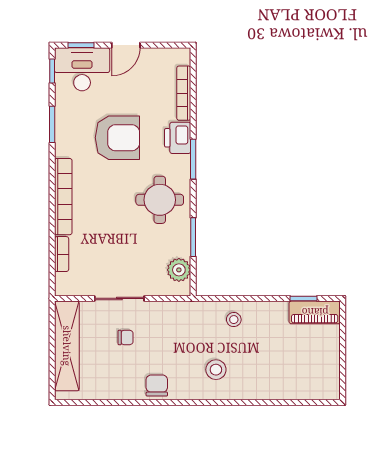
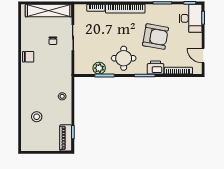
door: (126, 45) -> (203, 56), moved
armchair: (117, 138) -> (156, 37), turned -80
plant: (179, 270) -> (99, 68), moved
stool: (216, 370) -> (37, 117), moved

